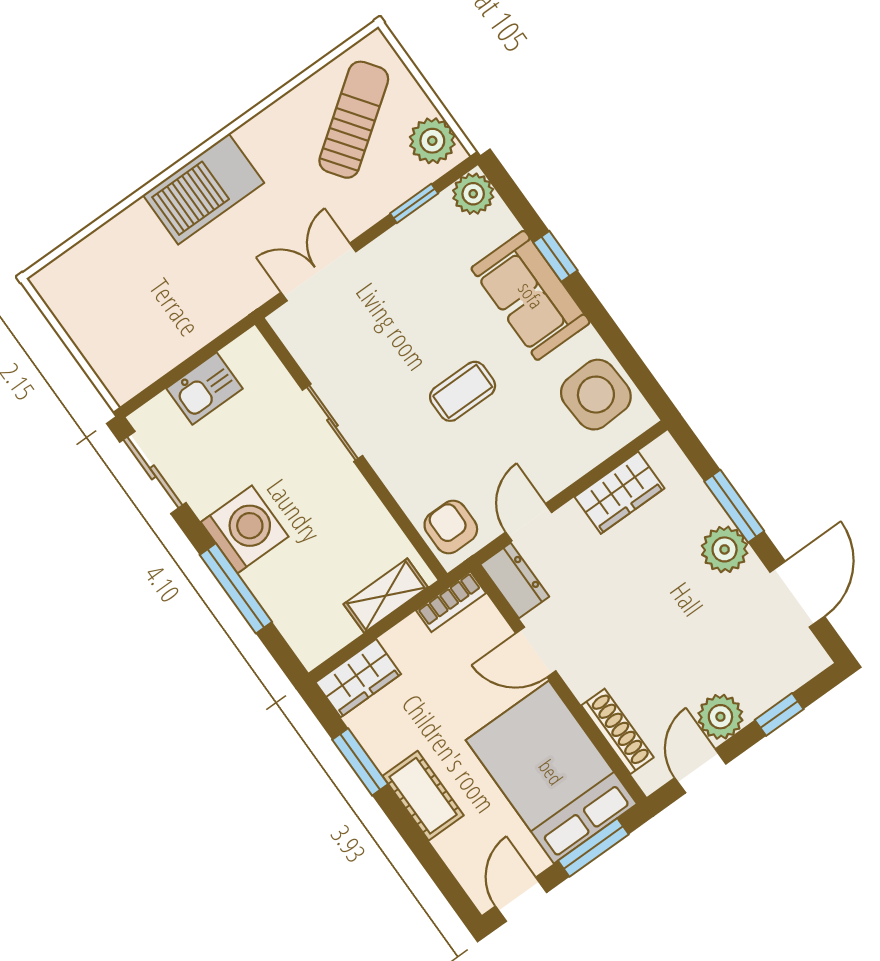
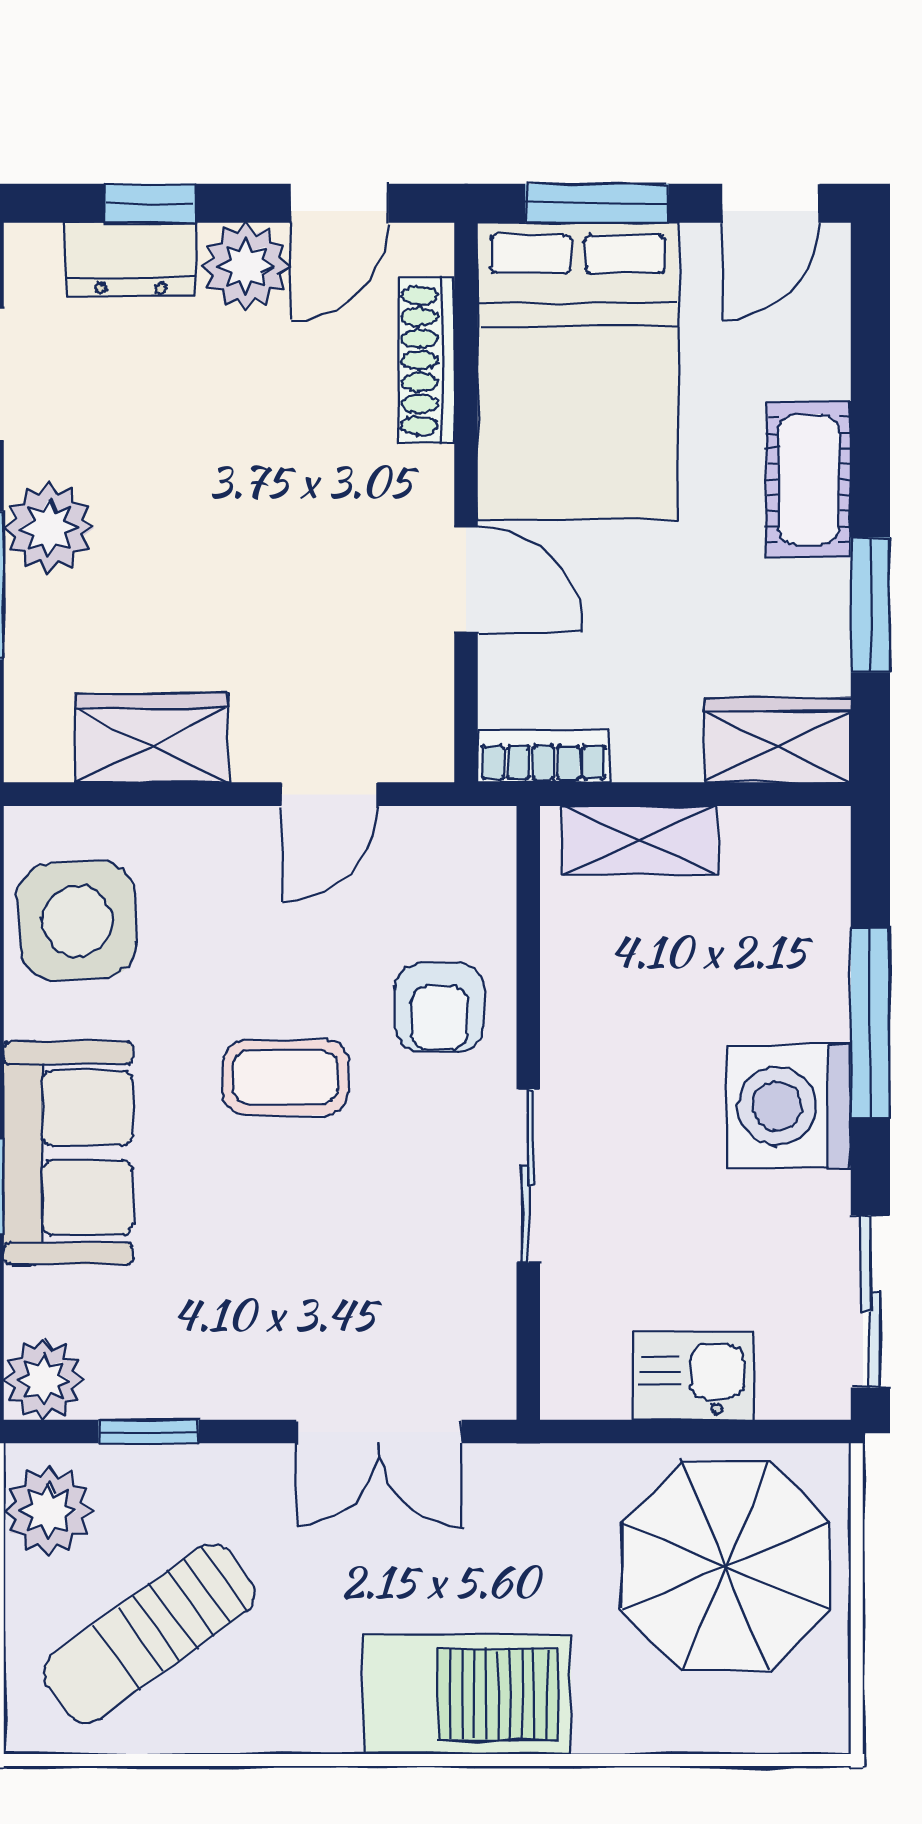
parasol: (134, 319) -> (726, 1566), added
armchair: (451, 527) -> (439, 1007), moved
dresser: (515, 580) -> (131, 259), moved, turned -90

